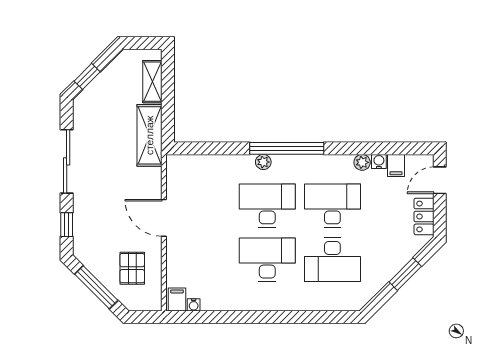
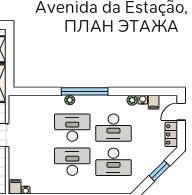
desk: (332, 206) -> (113, 128), turned 180

